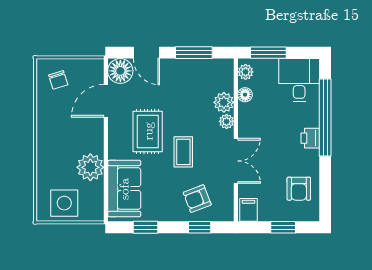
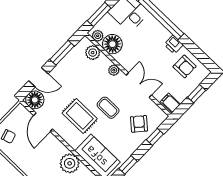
floor lamp: (245, 95) -> (112, 44), width x1.89, depth x1.89
plant: (224, 102) -> (93, 53), moved
printer: (310, 138) -> (174, 45), moved
armchair: (197, 199) -> (139, 124), turned 152

